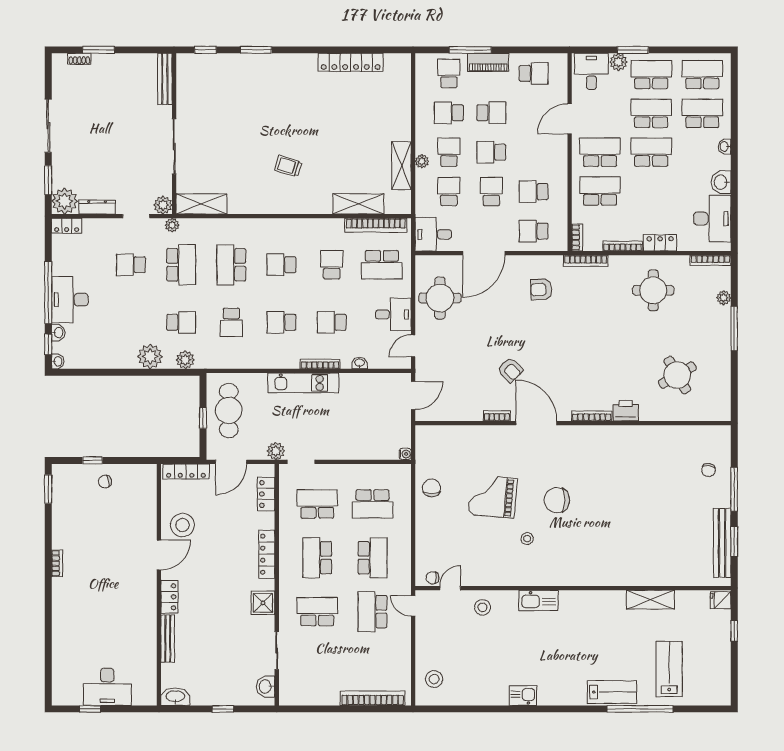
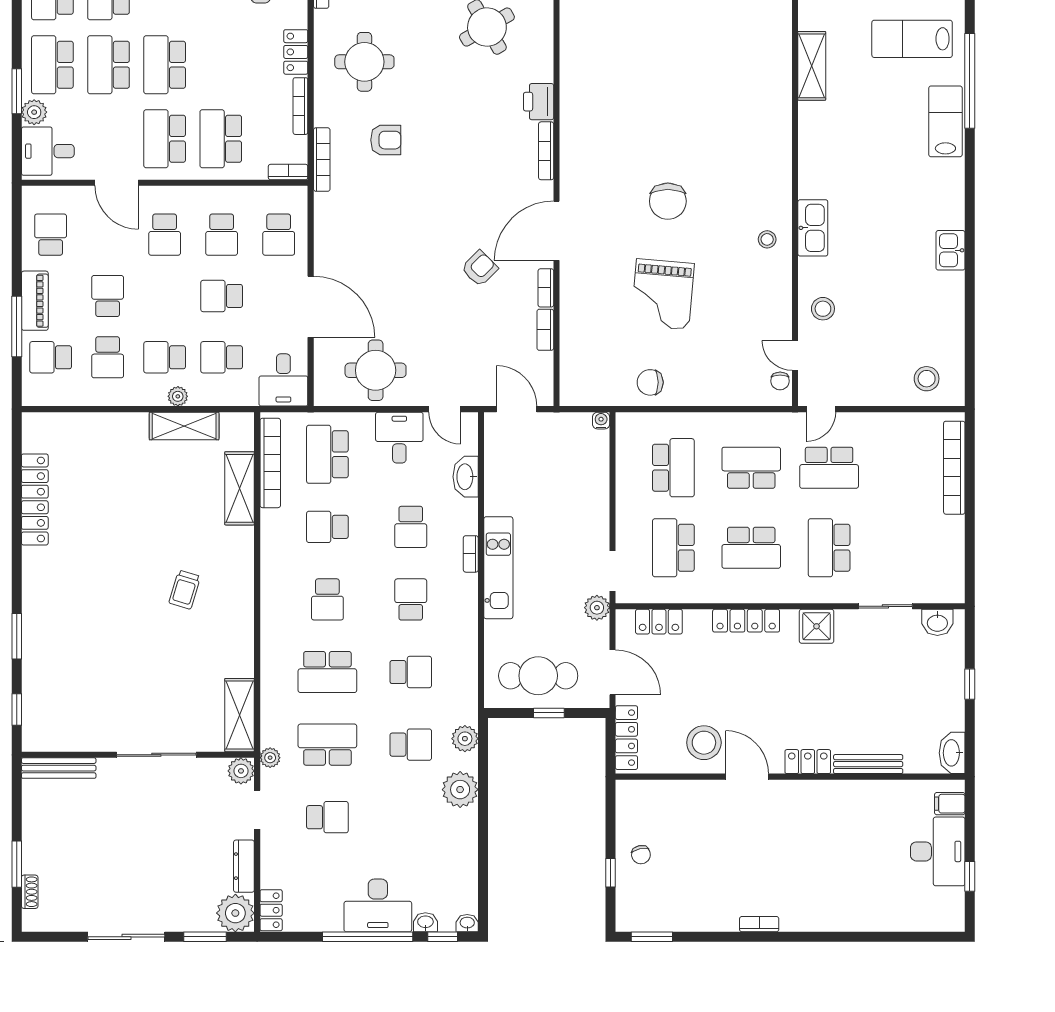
school desk: (491, 152) -> (165, 235), moved
school desk: (131, 265) -> (327, 817), turned -90
school desk: (382, 265) -> (327, 454), turned 180
armchair: (541, 289) -> (386, 140), moved, turned -87
school desk: (181, 322) -> (411, 745), turned 90
school desk: (281, 322) -> (411, 599), turned 180
washbasin: (360, 363) -> (466, 477), width x1.91, depth x1.45
bookcase: (320, 364) -> (471, 554), width x0.64
bookcase: (468, 415) -> (545, 330), added
stool: (527, 539) -> (767, 239), moved
filing cabinet: (140, 695) -> (950, 804), added

